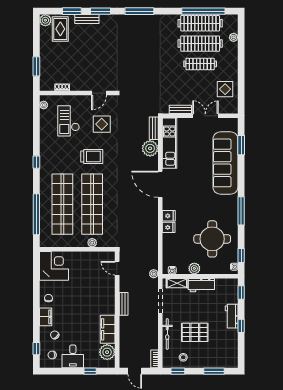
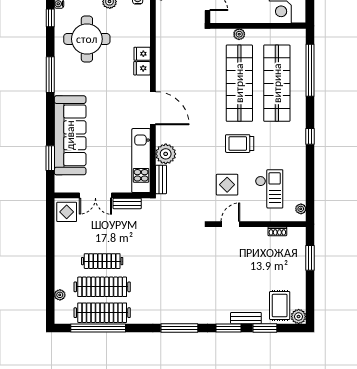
display table: (225, 89) -> (67, 212), moved

